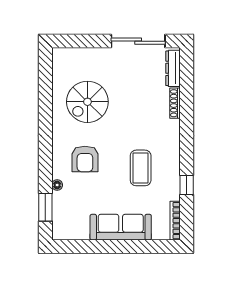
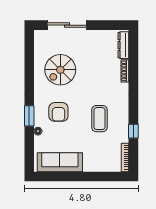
sliding door: (138, 41) -> (67, 25), moved
window: (45, 207) -> (29, 116), moved
sofa: (121, 227) -> (60, 162), moved

